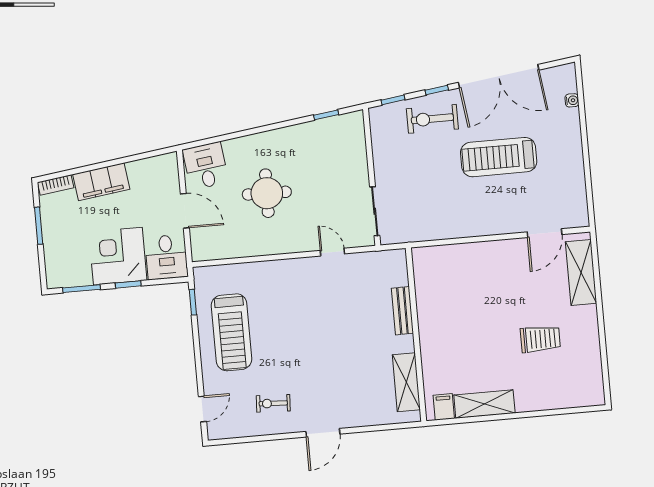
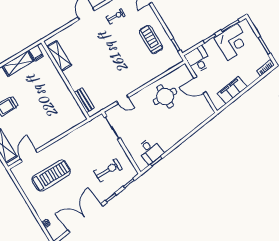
exercise bike: (432, 119) -> (108, 170), moved
treadmill: (499, 157) -> (51, 176), moved
desk: (206, 166) -> (150, 151), moved
filing cabinet: (101, 182) -> (232, 90), moved
round table: (267, 193) -> (165, 96), moved
corner desk: (118, 256) -> (232, 42), moved
bench: (402, 311) -> (84, 100), moved
treadmill: (232, 332) -> (151, 40), width x0.73, depth x0.73

